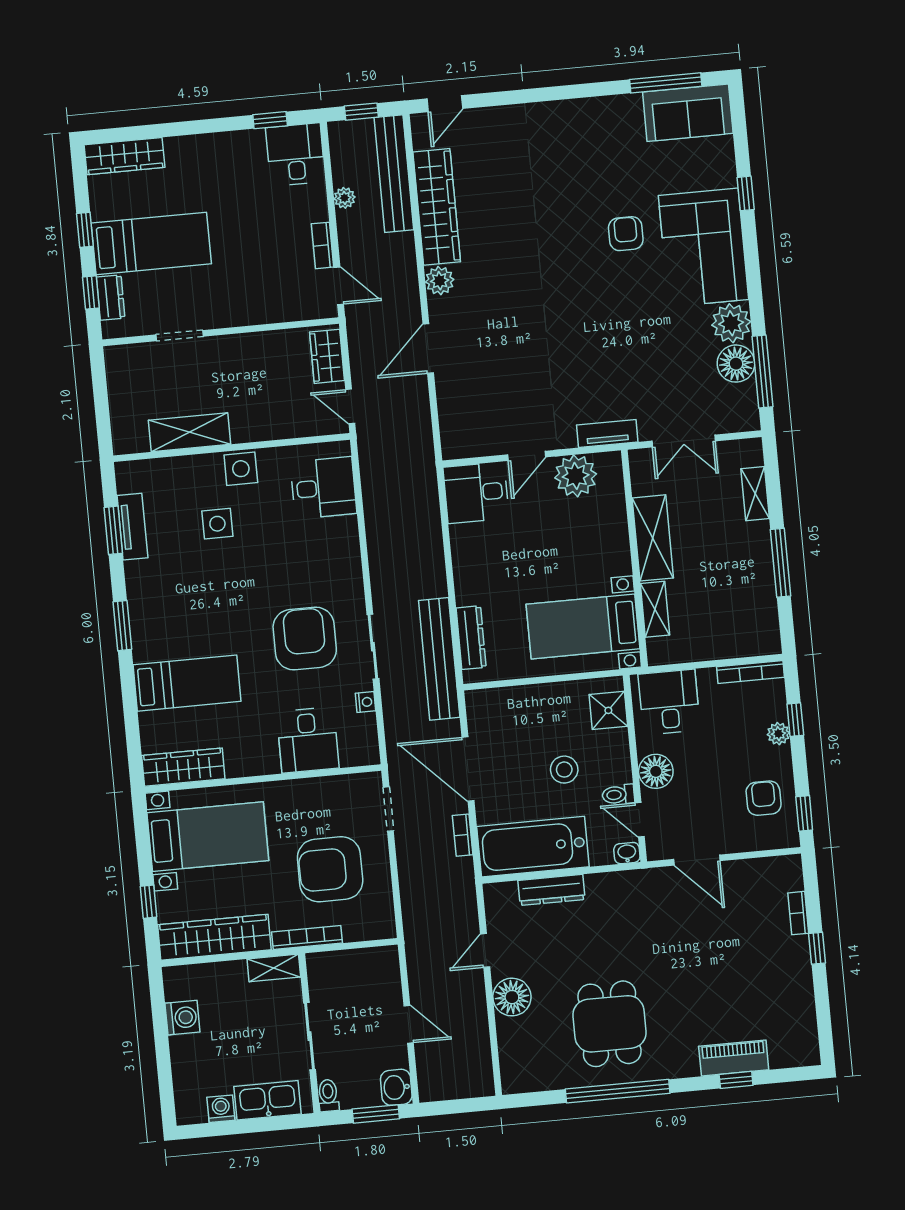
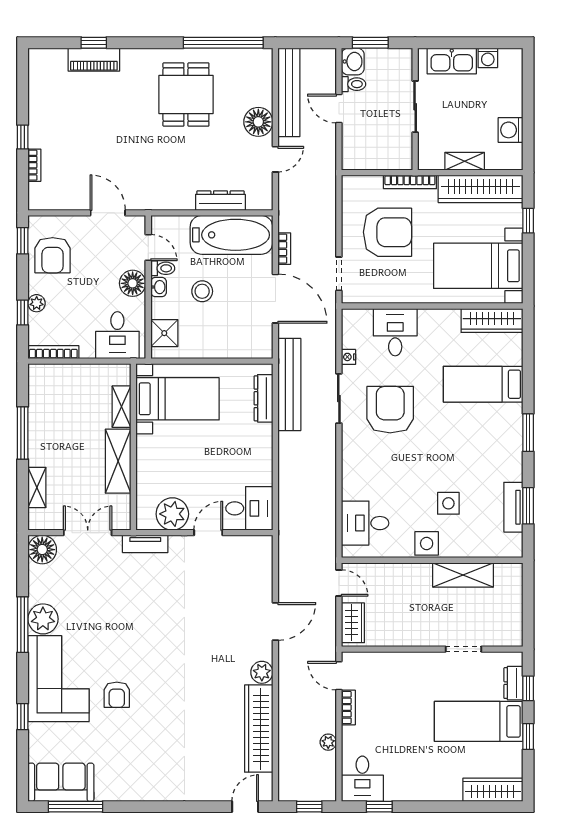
bench: (394, 174) -> (289, 92), moved
floor lamp: (736, 364) -> (42, 550), moved
window: (762, 371) -> (23, 625), moved
armchair: (305, 639) -> (390, 410), turned 180
armchair: (764, 798) -> (53, 255), width x1.38, depth x1.38
washbasin: (627, 853) -> (159, 287), moved, turned -90
shelving: (274, 968) -> (465, 161), moved
window: (618, 1091) -> (223, 43), moved
toilet: (328, 1096) -> (354, 84), moved, turned -90

